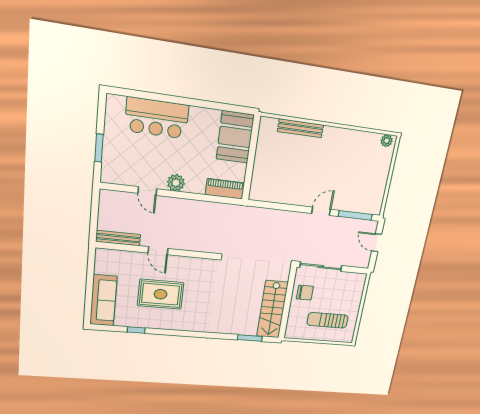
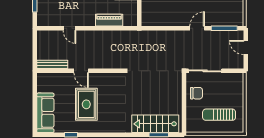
plant: (176, 183) -> (89, 20), removed
piano: (225, 189) -> (109, 20), moved
rug: (161, 294) -> (86, 104), turned 90
stairs: (272, 309) -> (155, 124), moved, turned 90

